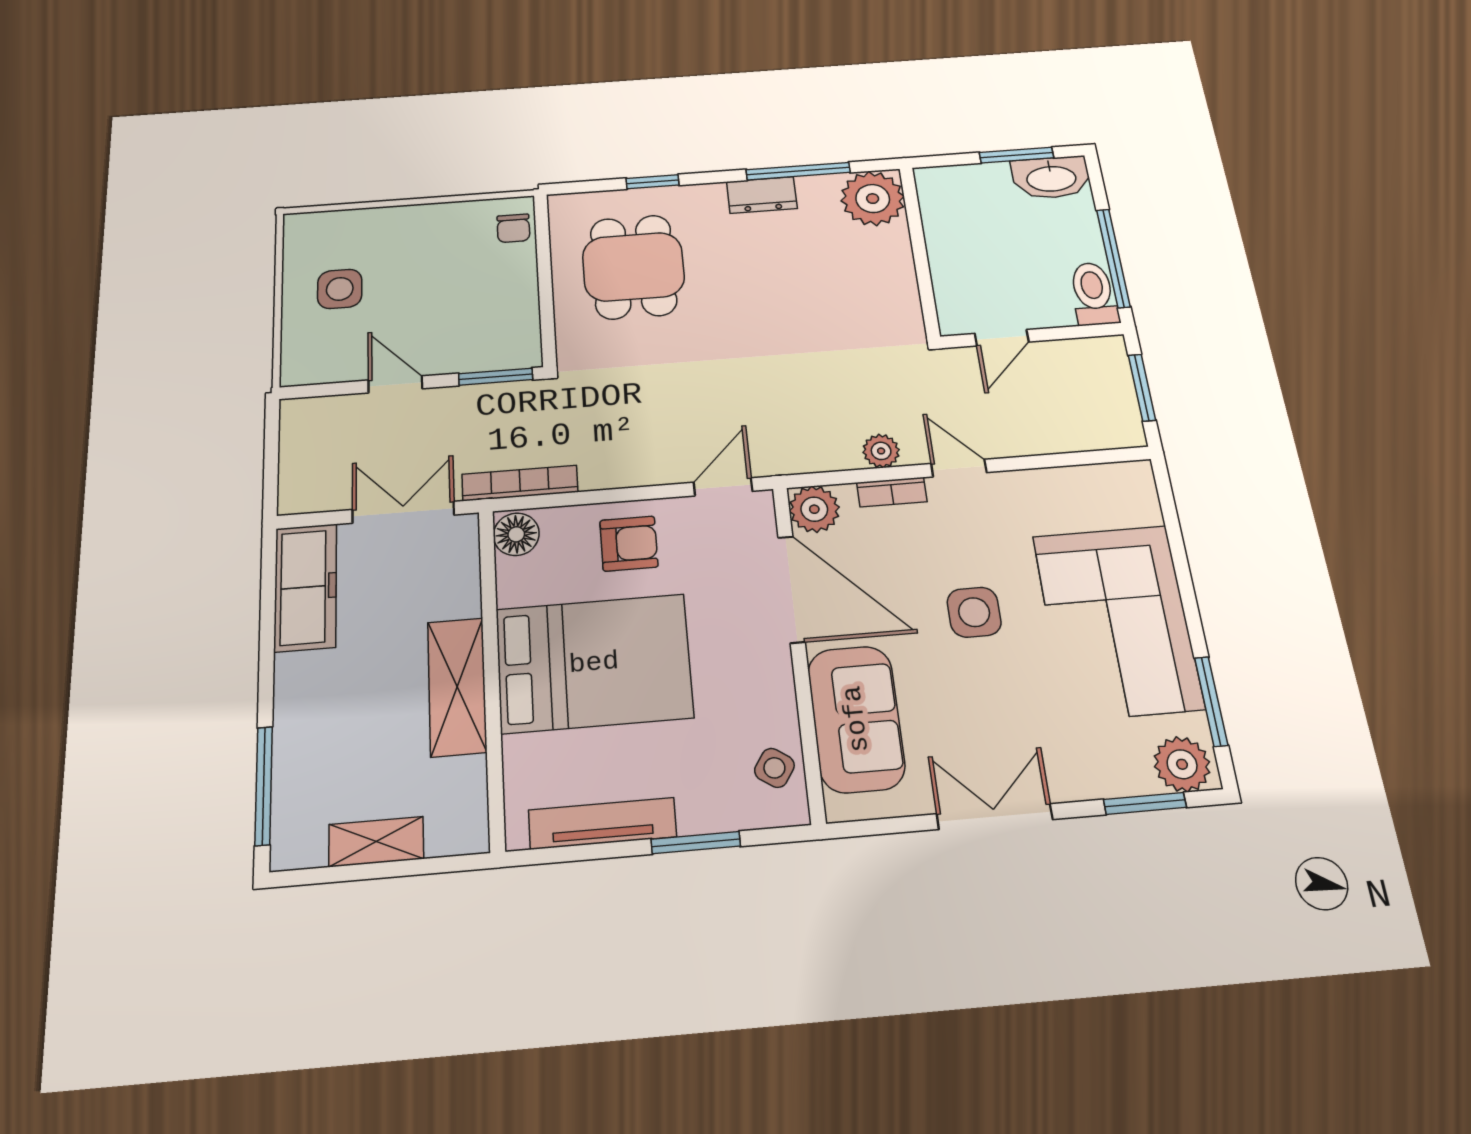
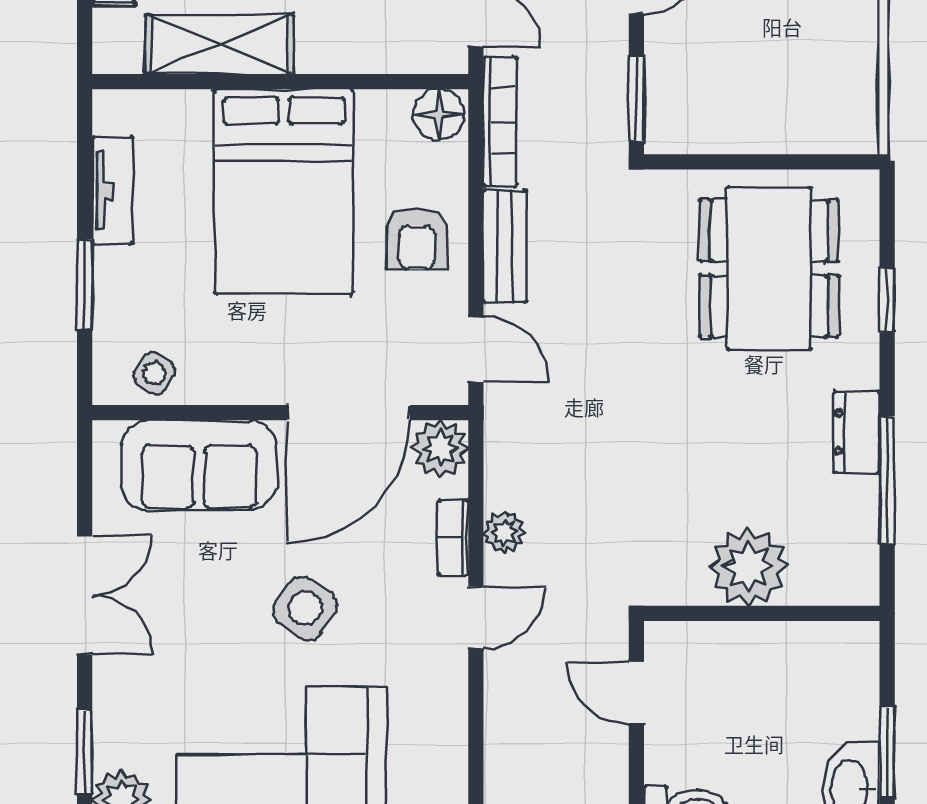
plant: (873, 199) -> (748, 567), moved
chair: (513, 228) -> (835, 127), removed
dining table: (633, 267) -> (769, 268), width x1.38
bench: (630, 470) -> (505, 246), added
side table: (974, 612) -> (305, 608), turned 34
shelving: (457, 687) -> (220, 44), moved
tv unit: (602, 823) -> (112, 190), width x0.71

